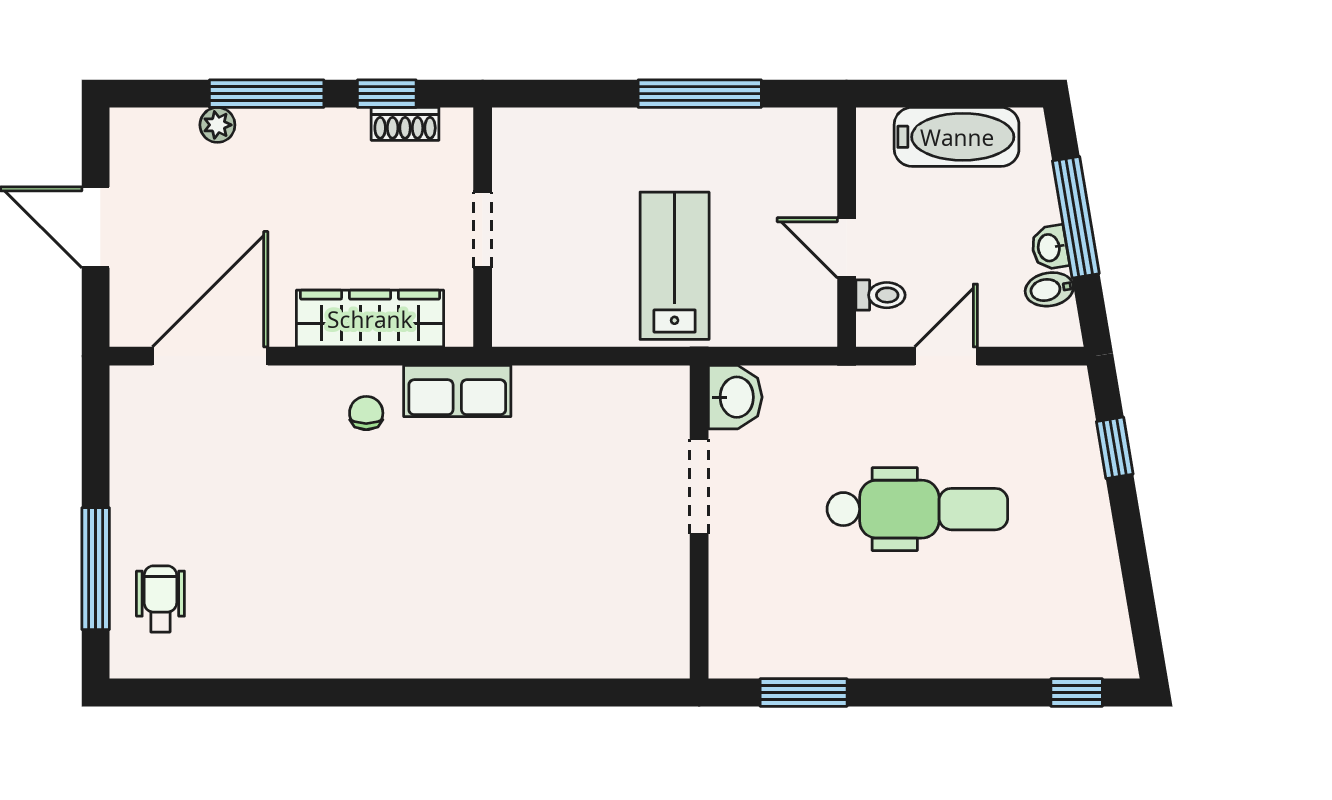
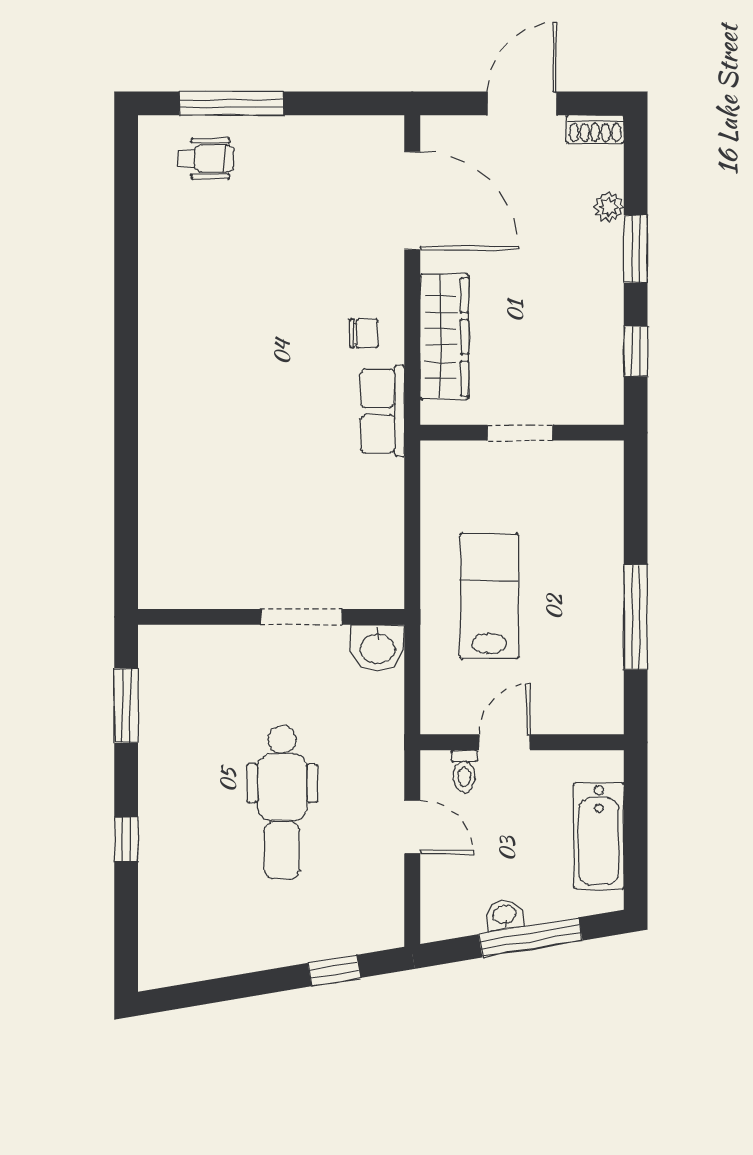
window: (267, 94) -> (636, 249), width x0.69
shoe rack: (405, 124) -> (595, 129), moved, turned -90
lab bench: (675, 266) -> (489, 596), turned -90
bidet: (1049, 289) -> (469, 915), removed
window: (1077, 692) -> (126, 839), moved

